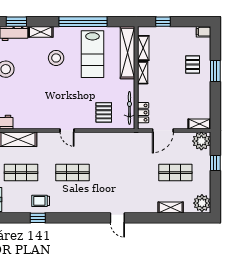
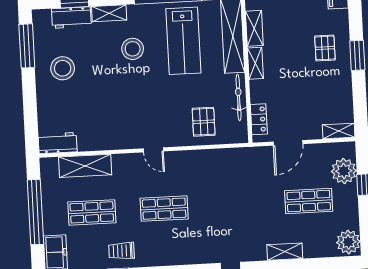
bicycle: (129, 108) -> (239, 98), moved
plant: (201, 141) -> (344, 171), moved
shelving: (171, 208) -> (285, 252), moved

